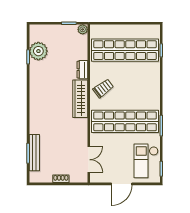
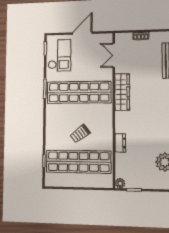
trolley: (103, 88) -> (80, 134), moved
wardrobe: (80, 99) -> (122, 92), moved

